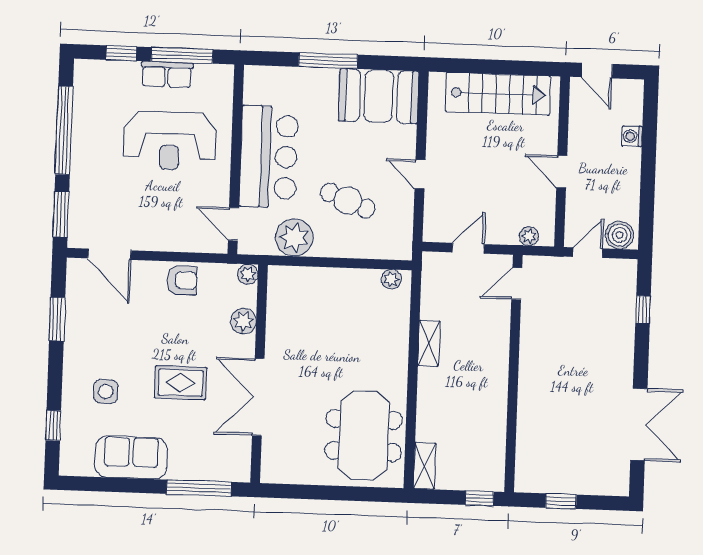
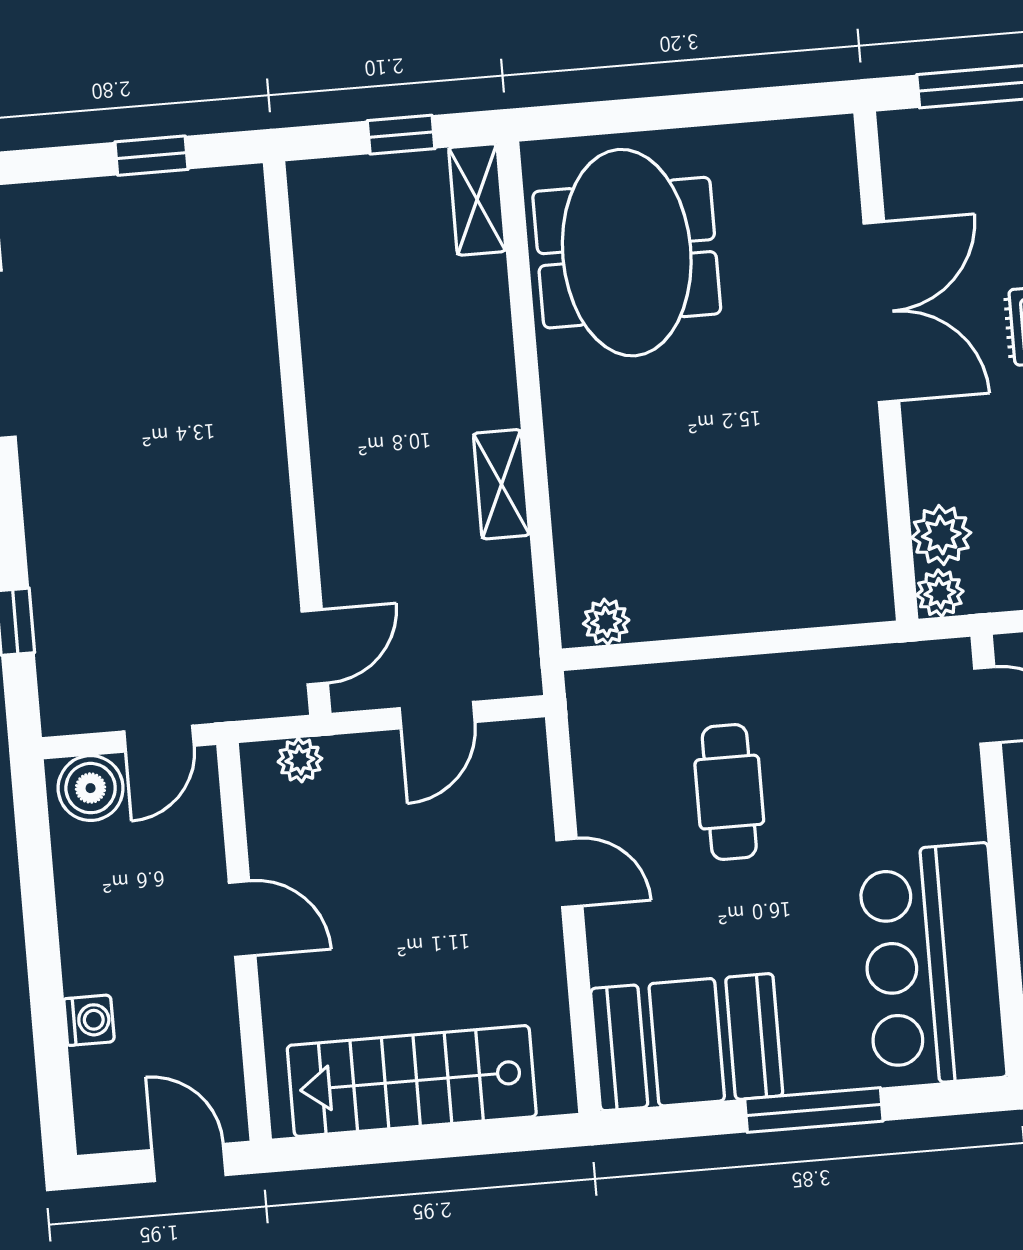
bar counter: (269, 157) -> (932, 965), moved
cafe table: (348, 200) -> (729, 792), turned 68
plant: (294, 238) -> (843, 691), removed
plant: (243, 321) -> (941, 535), moved
window: (480, 498) -> (401, 135), moved

